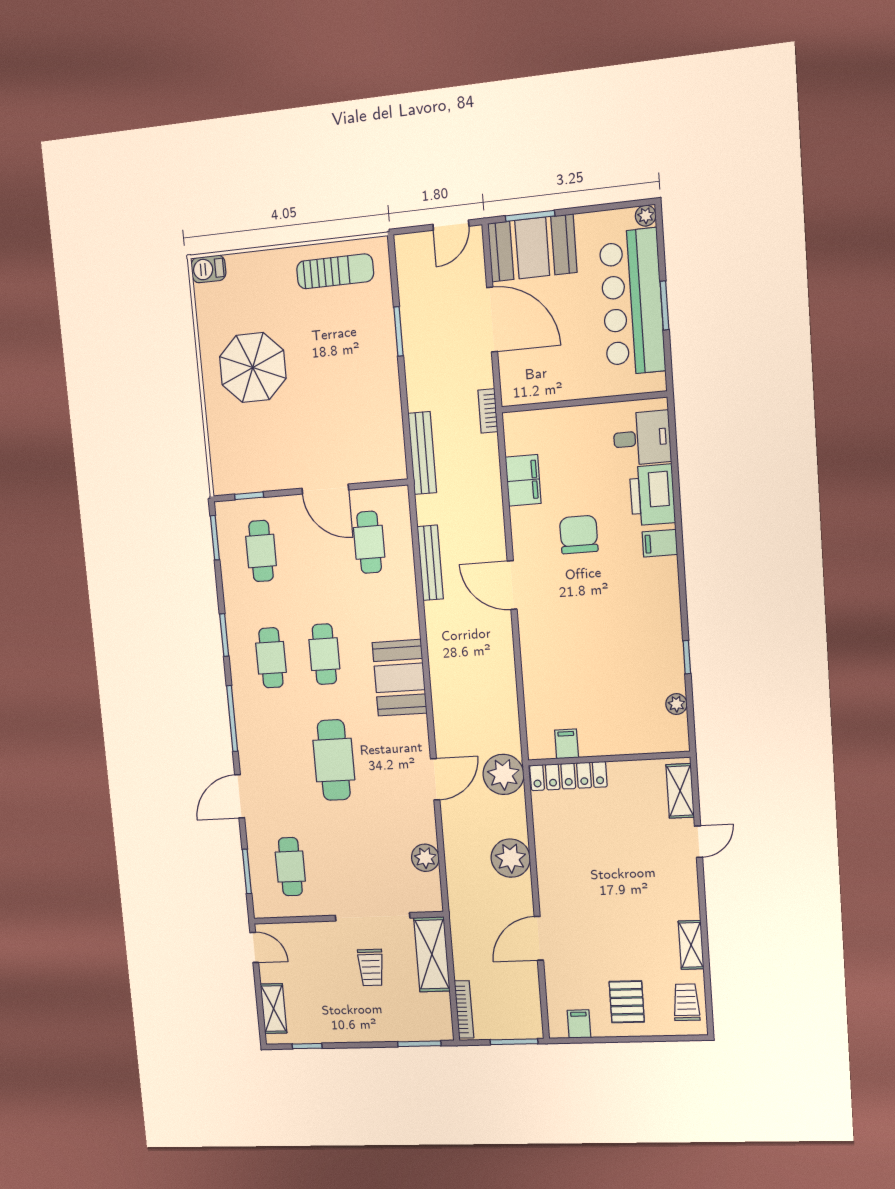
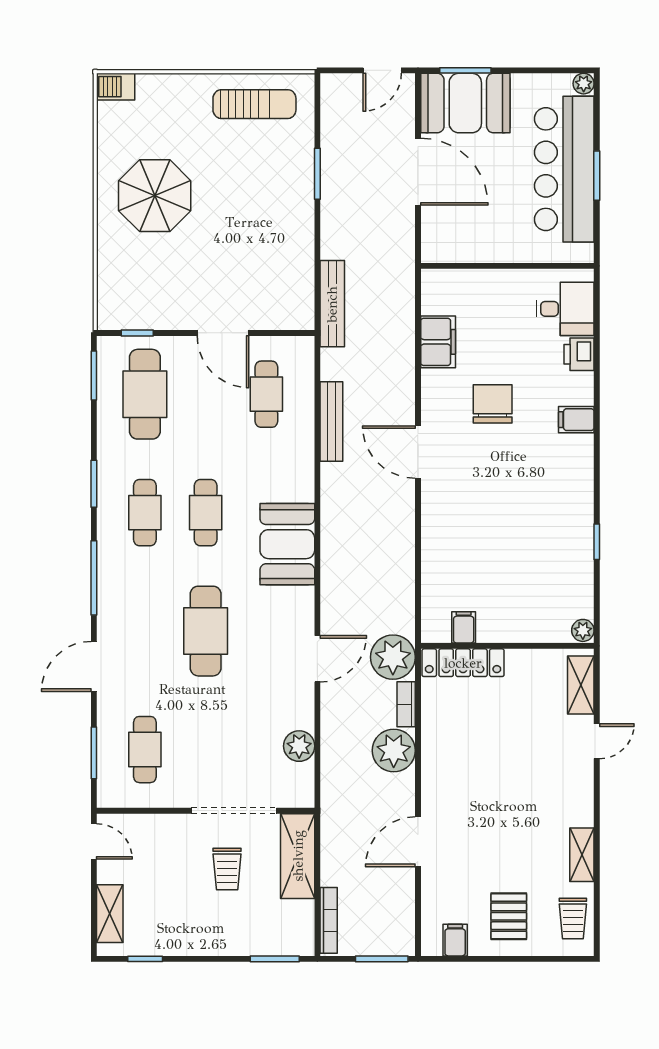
bookcase: (488, 411) -> (406, 704), moved
printer: (652, 495) -> (579, 354), width x0.53, depth x0.68
cafe table: (261, 551) -> (145, 394), width x1.37, depth x1.35
plant: (676, 704) -> (583, 630), moved
trolley: (686, 1002) -> (573, 919), turned 180

